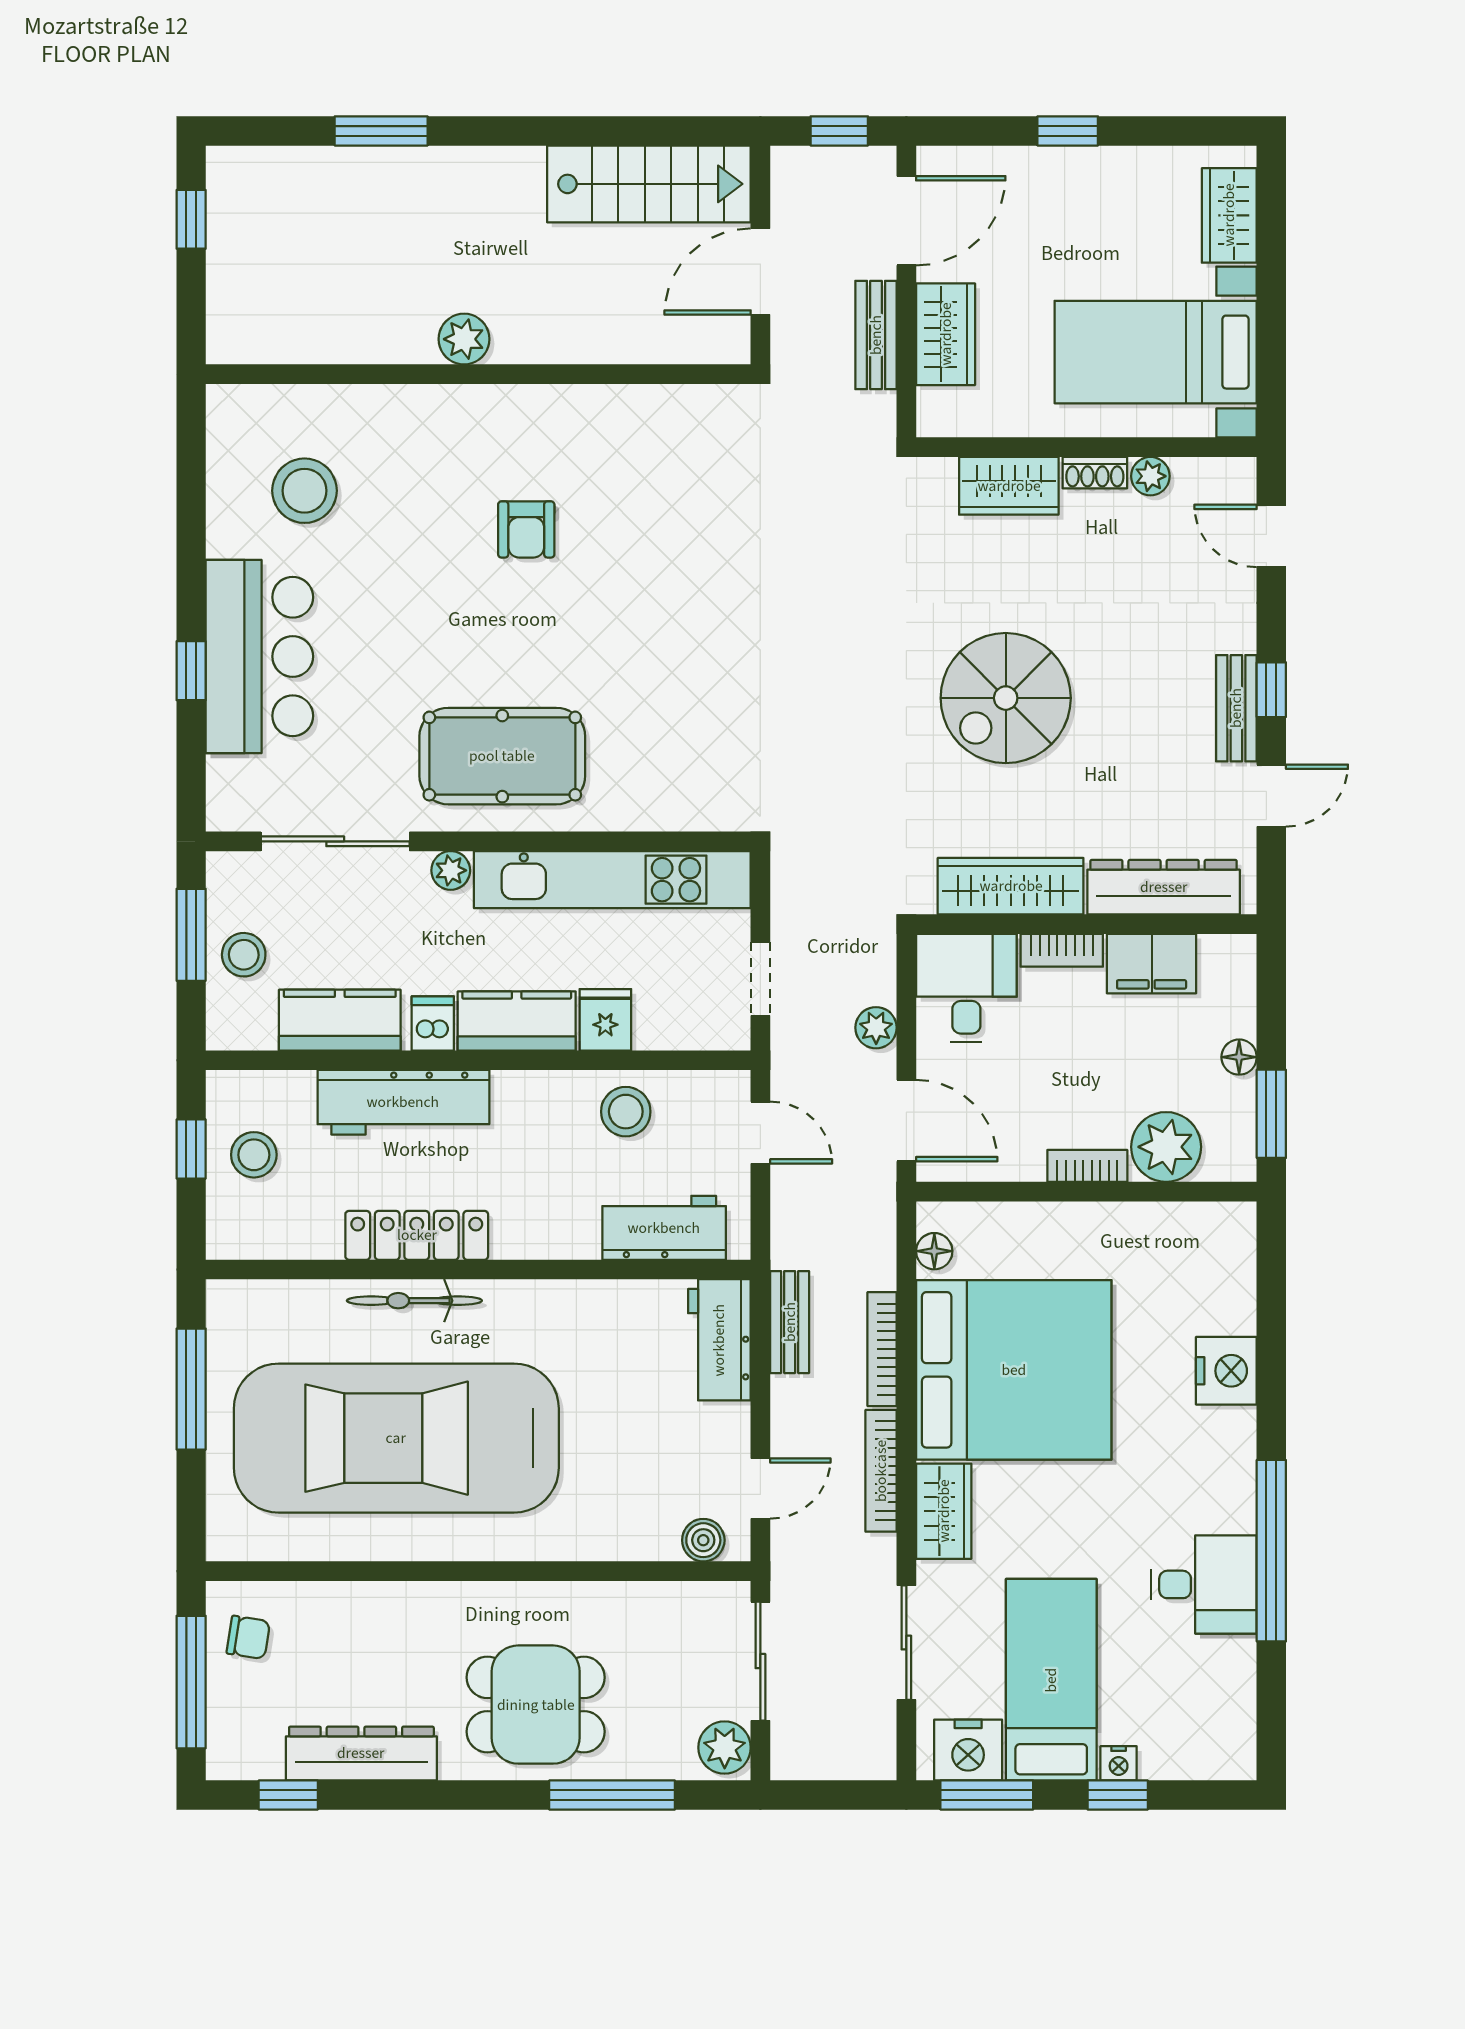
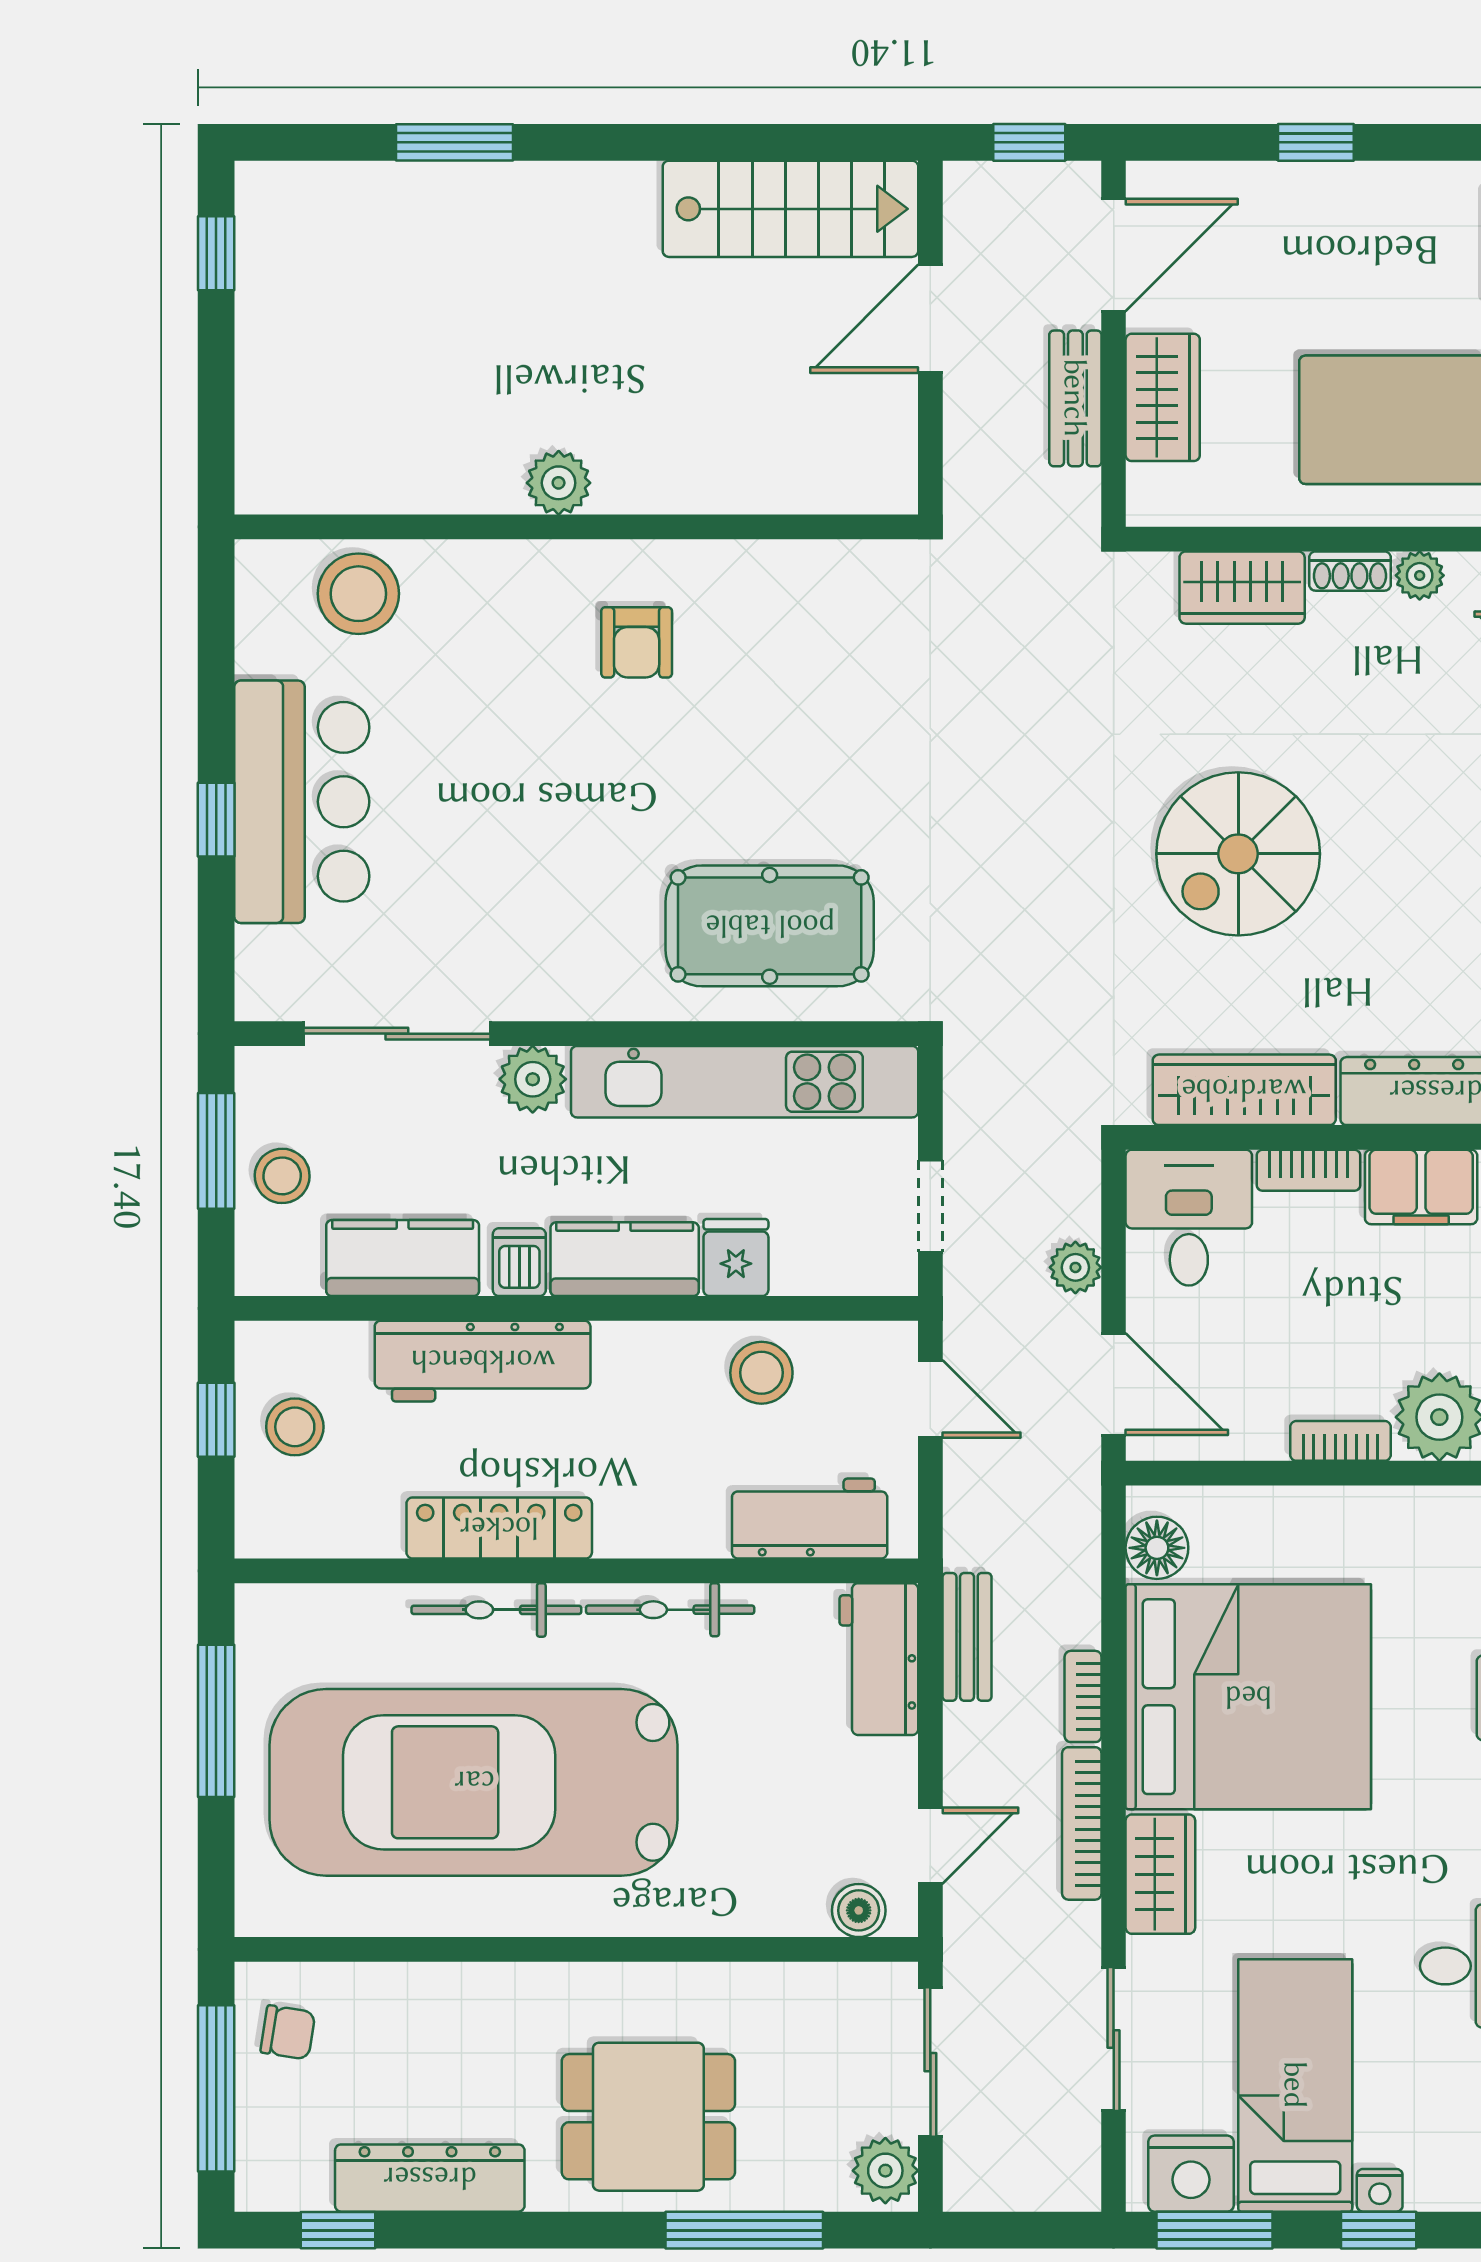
plant: (464, 339) -> (559, 483), moved
wall: (478, 374) -> (576, 527), moved
pool table: (502, 756) -> (770, 926), moved
plant: (451, 870) -> (533, 1079), width x1.38, depth x1.38
floor lamp: (934, 1251) -> (1157, 1548), width x1.37, depth x1.37
bicycle: (553, 1300) -> (670, 1610), added
bookcase: (882, 1349) -> (1083, 1696), width x0.64

